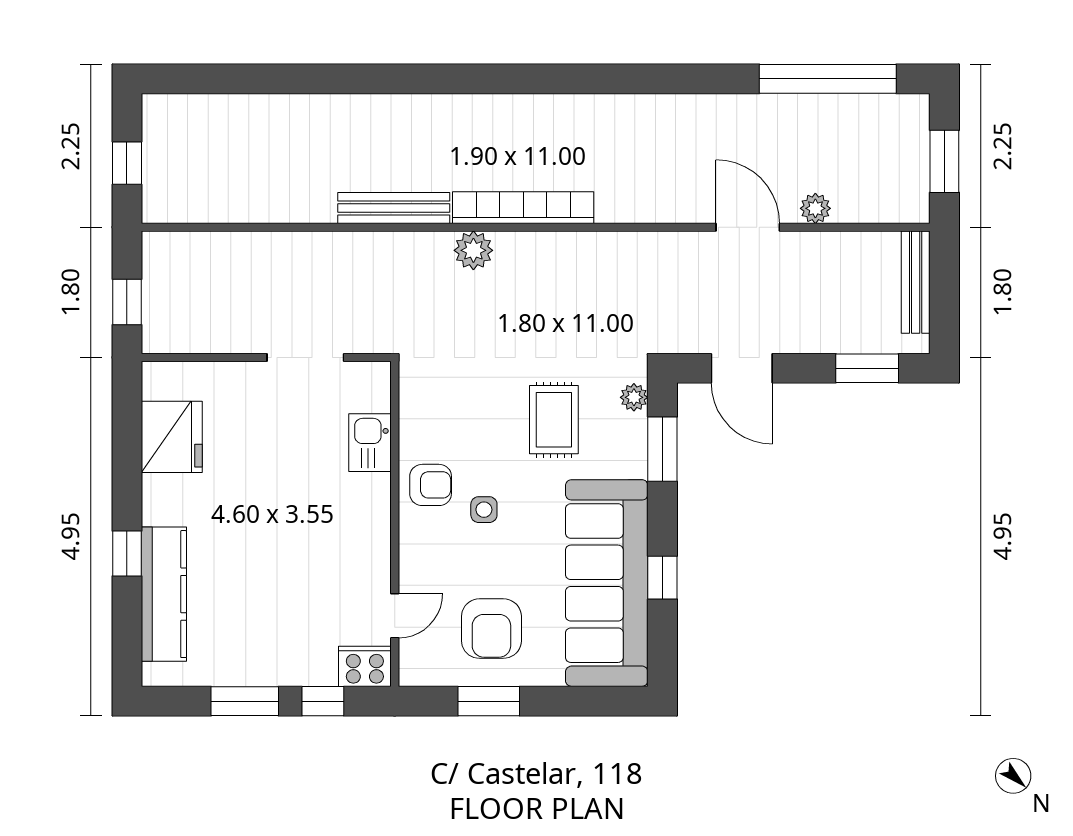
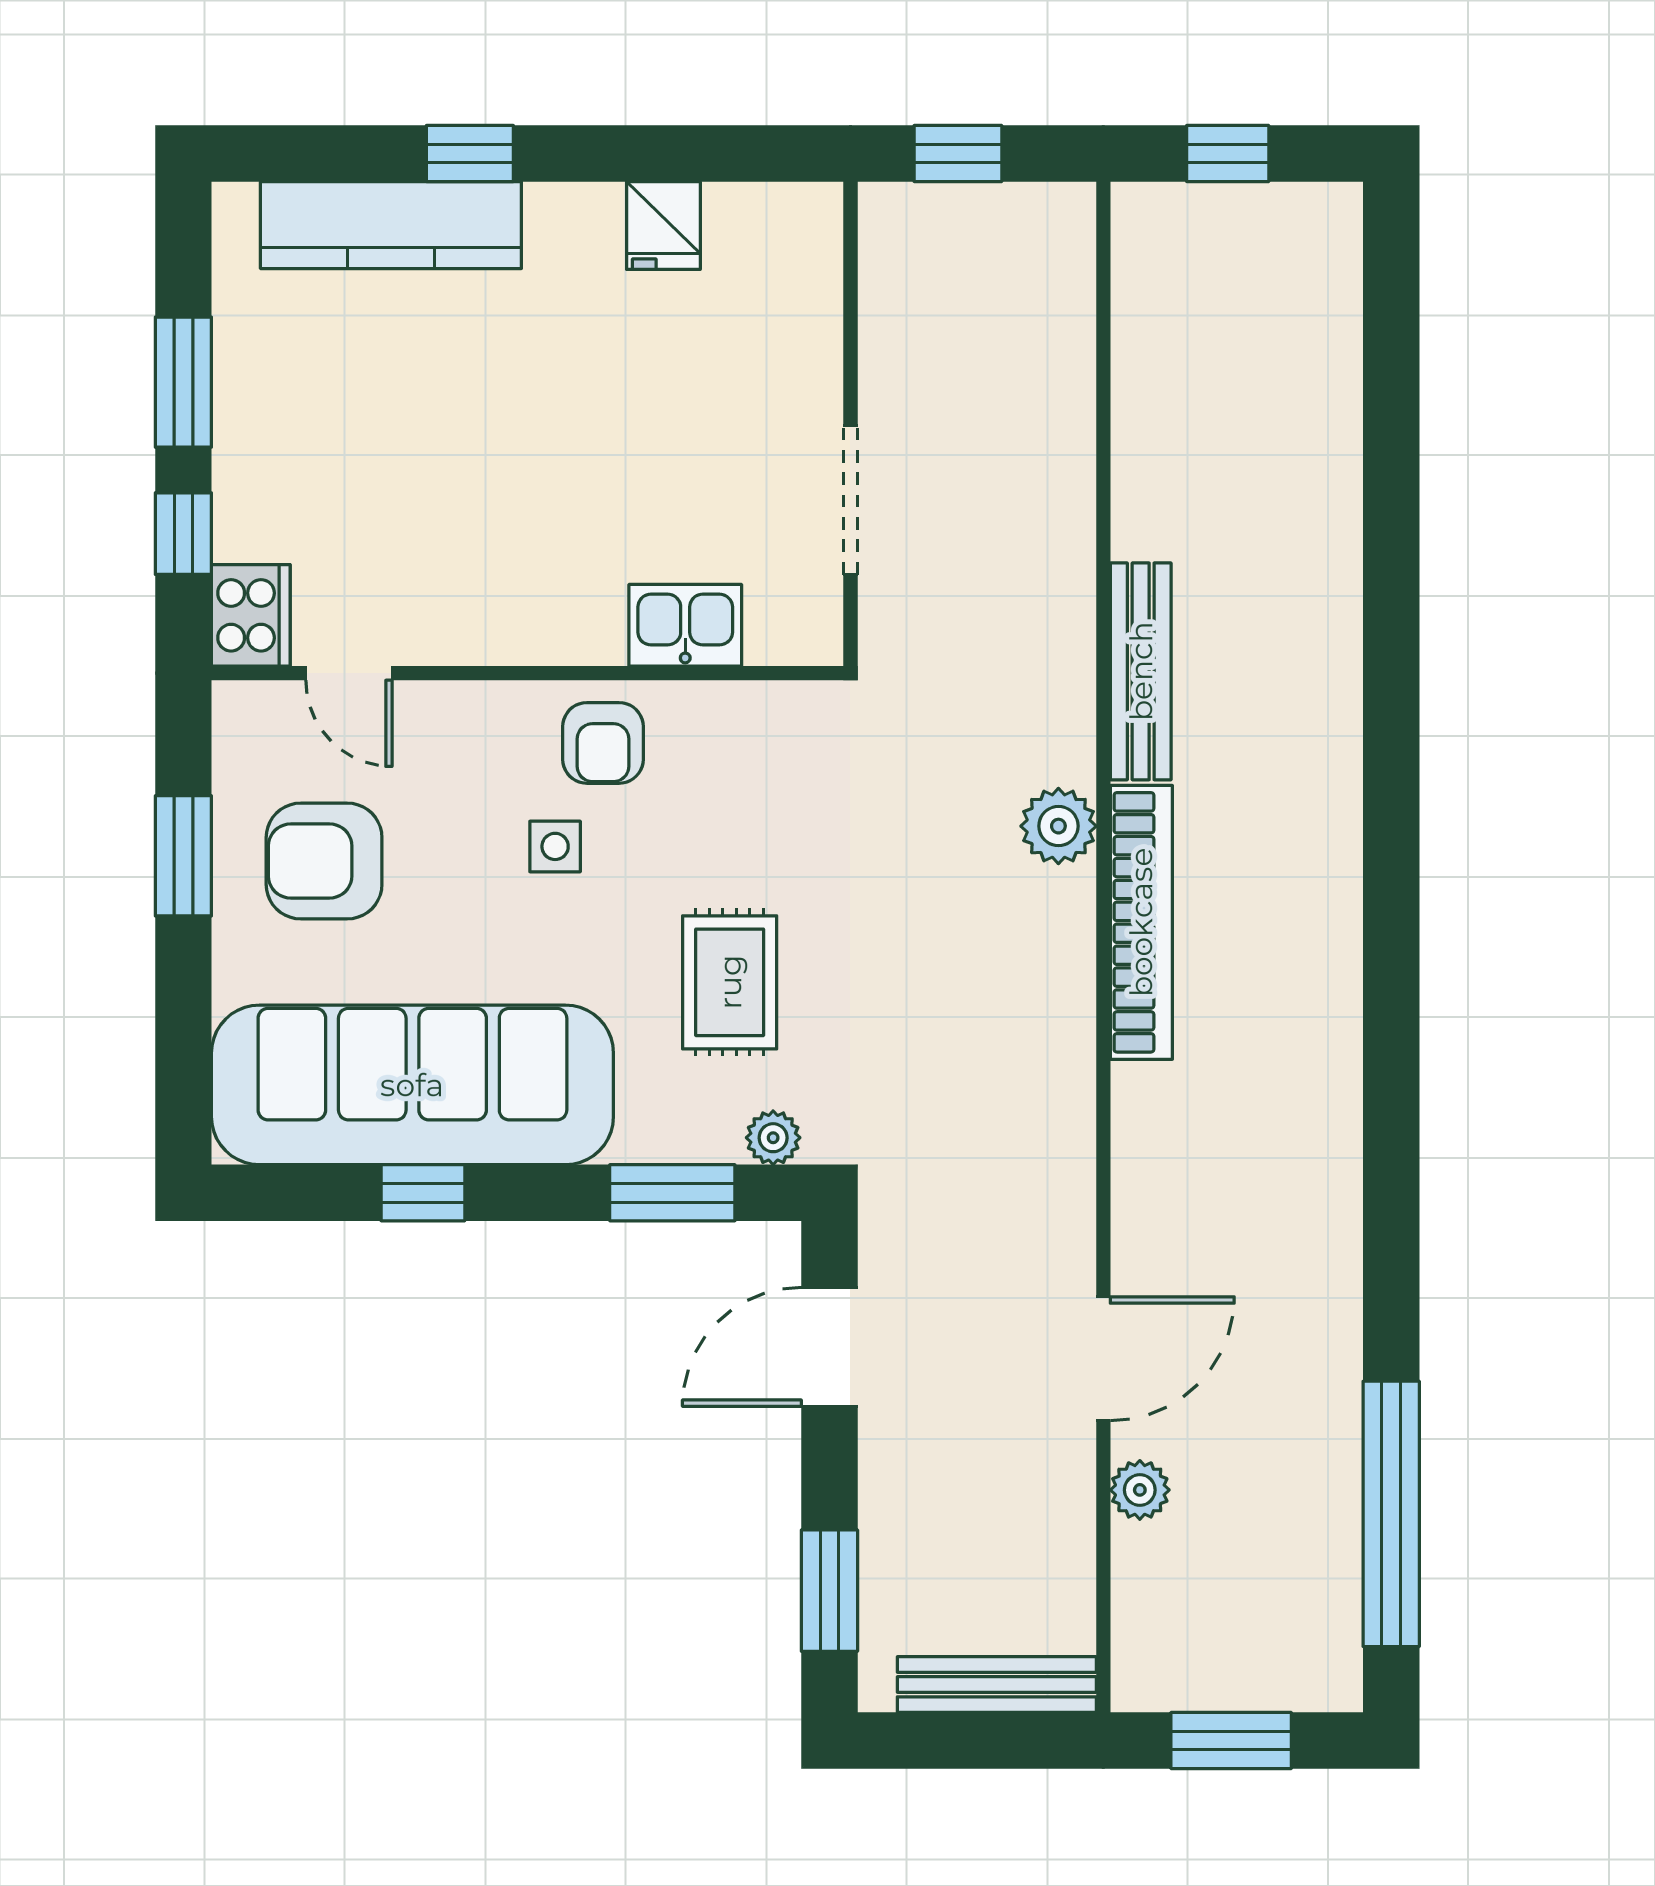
rug: (554, 420) -> (730, 982), turned 90
fridge: (172, 437) -> (663, 226), width x0.53, depth x0.75

